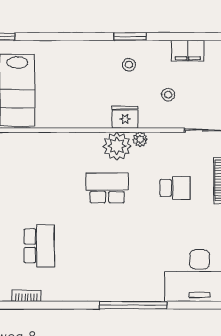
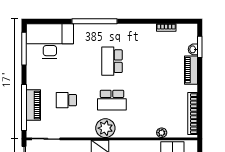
plant: (140, 139) -> (162, 133), moved
school desk: (39, 246) -> (112, 61), moved

